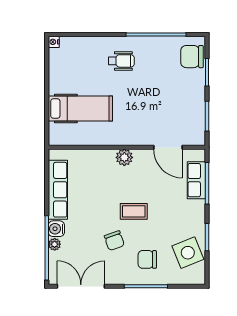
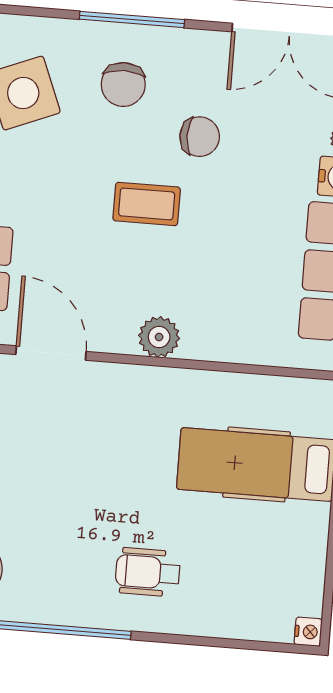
chair: (114, 241) -> (200, 137), turned 109
chair: (147, 259) -> (123, 84), turned 90

